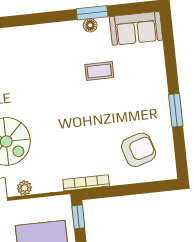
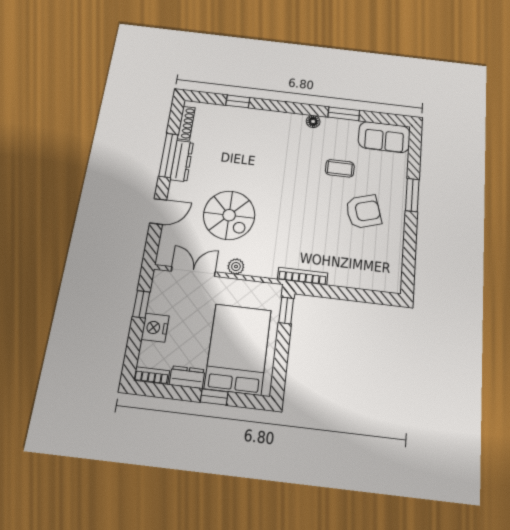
floor lamp: (90, 25) -> (313, 121), moved
window: (176, 110) -> (412, 195), moved
armchair: (138, 150) -> (363, 212), moved

